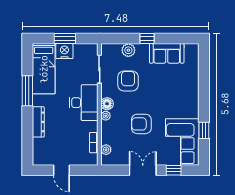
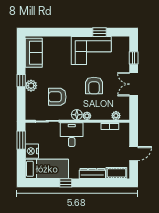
window: (65, 39) -> (21, 140), moved
plant: (128, 50) -> (31, 86), moved
sofa: (167, 53) -> (34, 53), moved
window: (27, 91) -> (66, 183), width x0.46
desk: (84, 103) -> (72, 135), width x0.73
corner sofa: (182, 142) -> (91, 50), moved
cot: (39, 150) -> (116, 173), added

